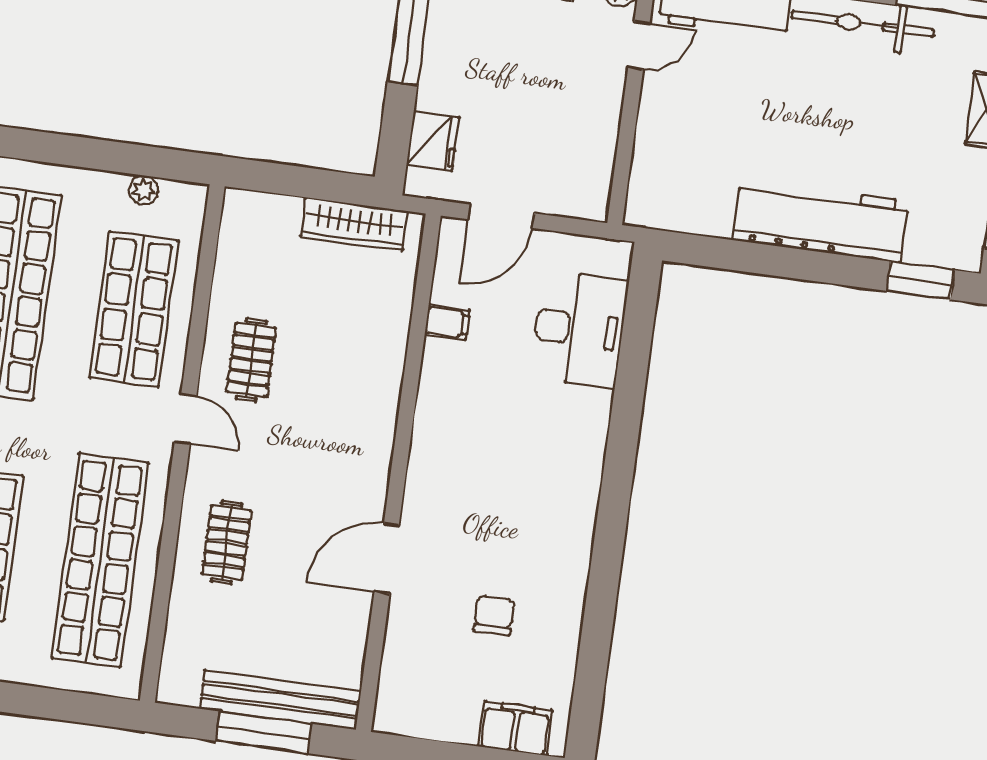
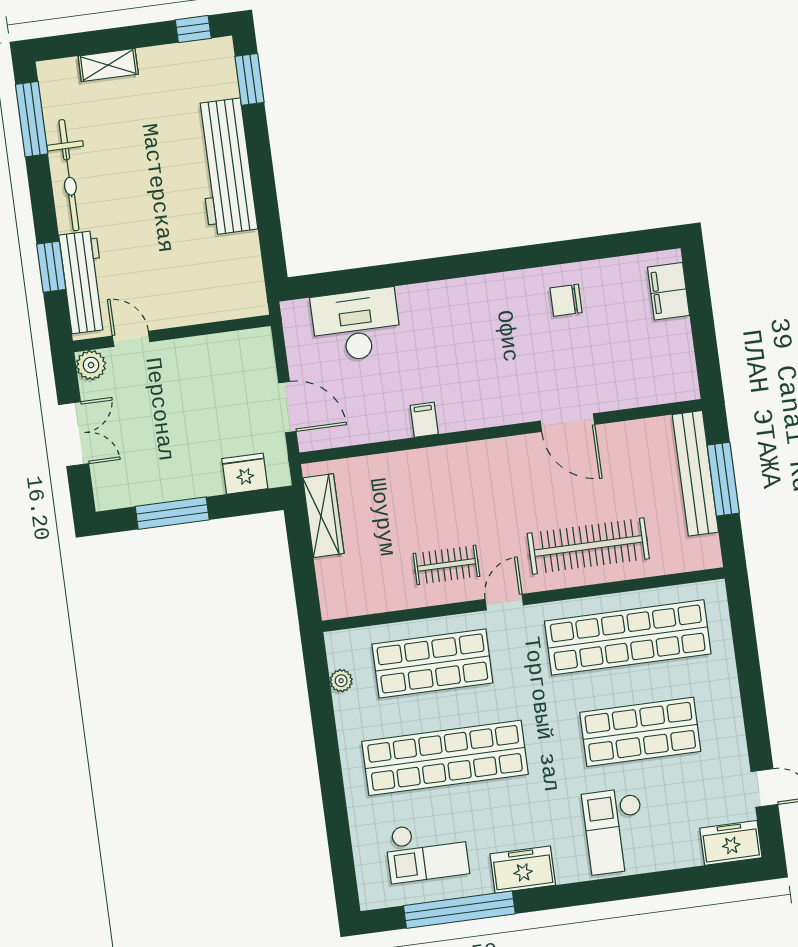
filing cabinet: (447, 322) -> (424, 420), moved
clothes rail: (227, 542) -> (588, 546), width x1.86, depth x1.31
chair: (494, 615) -> (566, 300), moved

